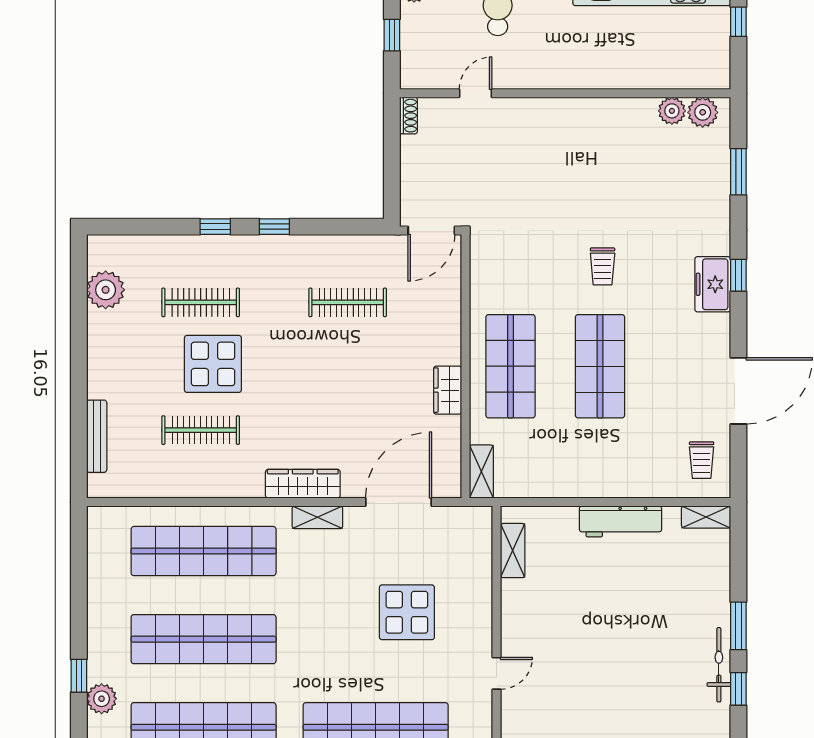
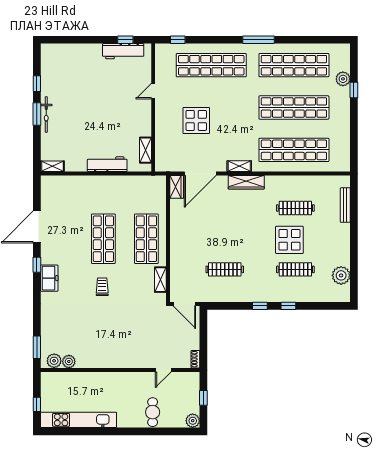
window: (738, 172) -> (37, 347), moved
door: (431, 230) -> (184, 304), swing flipped
window: (738, 275) -> (37, 265), moved
wardrobe: (448, 390) -> (177, 187), moved
trolley: (702, 460) -> (55, 194), removed
shelving: (481, 472) -> (160, 280), moved
workbench: (621, 521) -> (107, 164), moved
bicycle: (719, 665) -> (46, 114), moved

